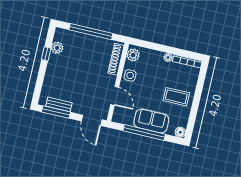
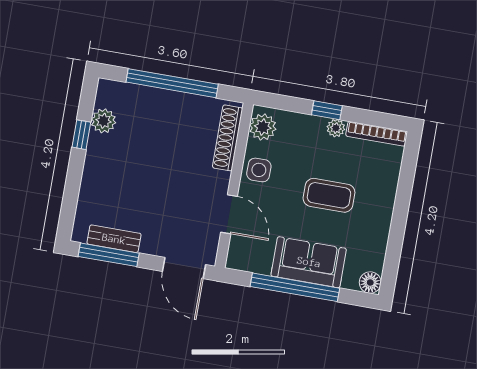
window: (164, 49) -> (327, 110), added
coffee table: (176, 97) -> (329, 195), moved

